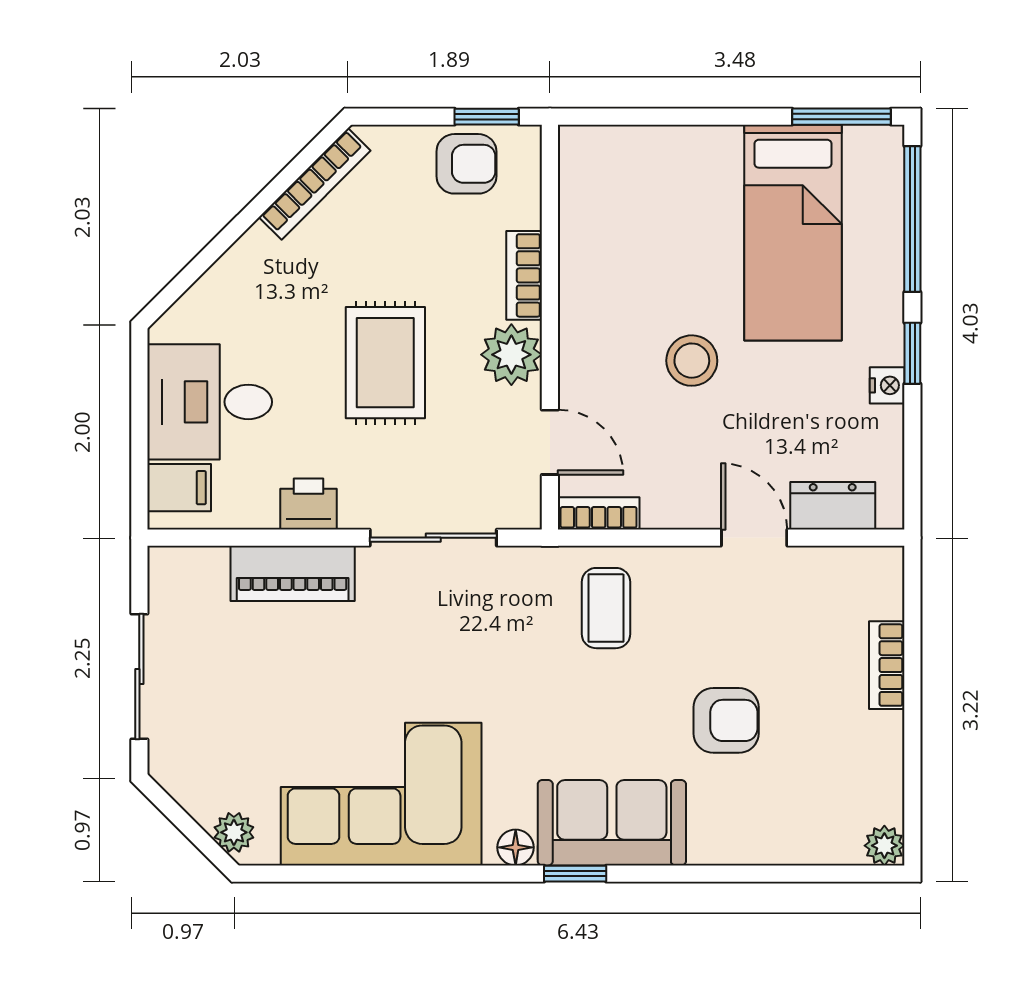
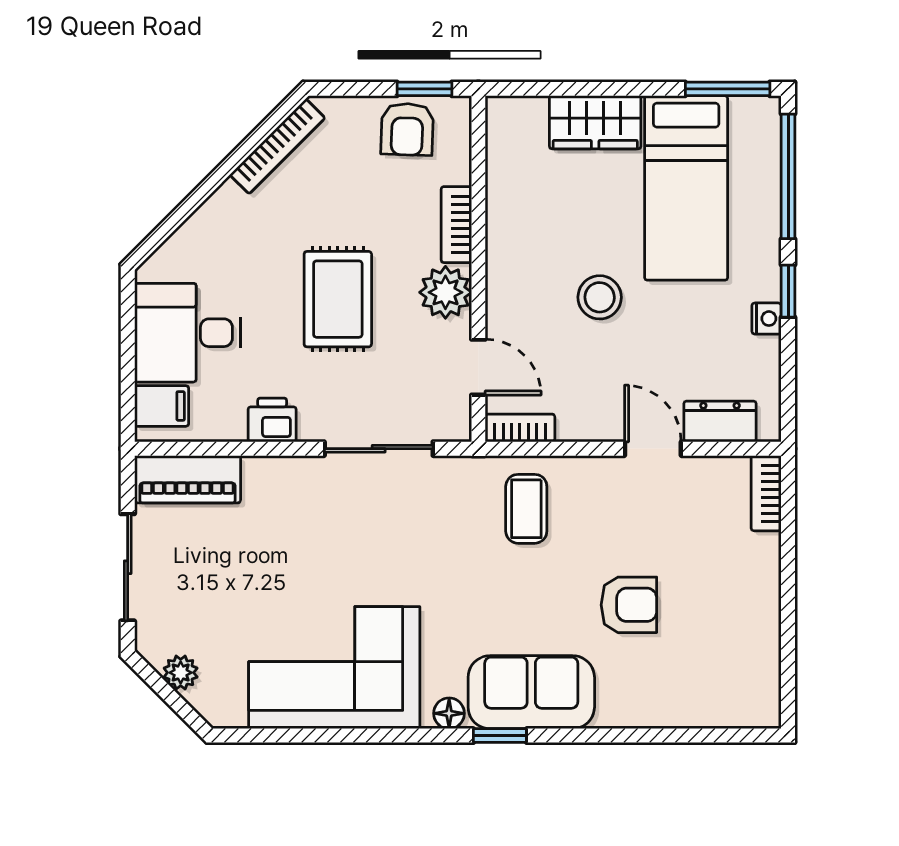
wardrobe: (687, 156) -> (595, 122), added
armchair: (466, 164) -> (407, 129), turned 92
piano: (293, 573) -> (188, 479), moved
bookcase: (887, 665) -> (766, 493), moved
plant: (234, 832) -> (181, 673), moved
plant: (884, 846) -> (764, 712), removed

